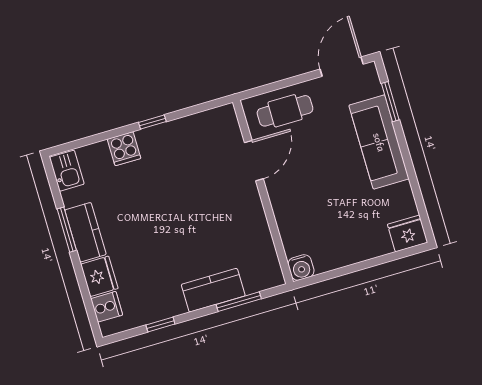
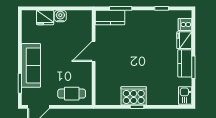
cooker: (124, 149) -> (134, 96), moved, width x1.87, depth x1.31
door: (254, 161) -> (94, 51), moved
fridge: (408, 233) -> (45, 17), moved
water cooler: (301, 268) -> (60, 16), moved
kitchen counter: (213, 290) -> (110, 17), moved

